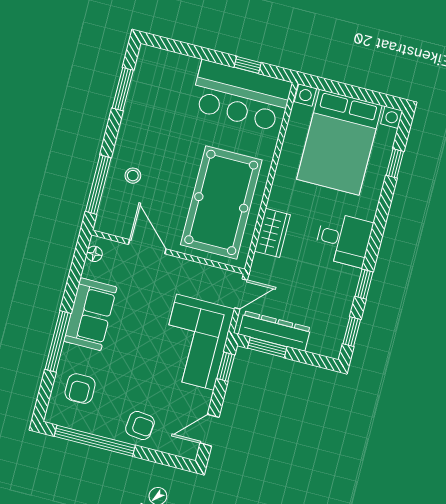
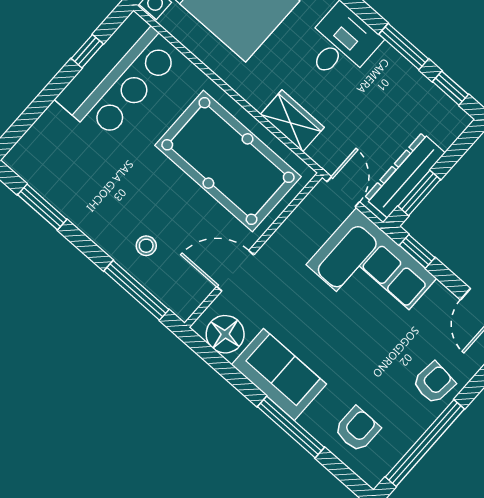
floor lamp: (94, 254) -> (225, 334), width x1.89, depth x1.89
window: (364, 284) -> (404, 46), width x1.50
armchair: (80, 389) -> (357, 429), turned -90

